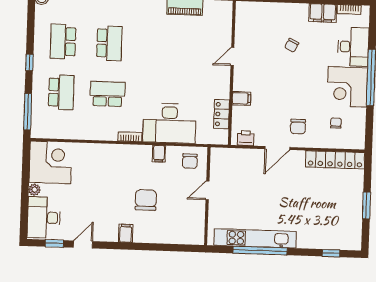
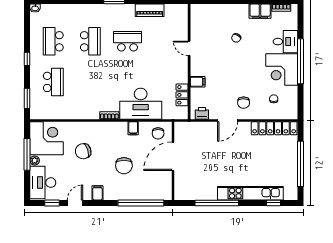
desk: (353, 47) -> (285, 42), width x0.73
door: (232, 56) -> (189, 48), hinge flipped
school desk: (108, 94) -> (127, 41), moved
window: (28, 112) -> (27, 98), width x0.69
chair: (96, 180) -> (83, 151), added
window: (25, 182) -> (27, 154), added
door: (208, 190) -> (173, 156), width x1.88
chair: (146, 200) -> (124, 166), turned 180
window: (366, 206) -> (300, 164), width x2.11
filing cabinet: (126, 233) -> (97, 193), moved
kitchen unit: (255, 238) -> (250, 193), moved
window: (165, 247) -> (141, 203), added

